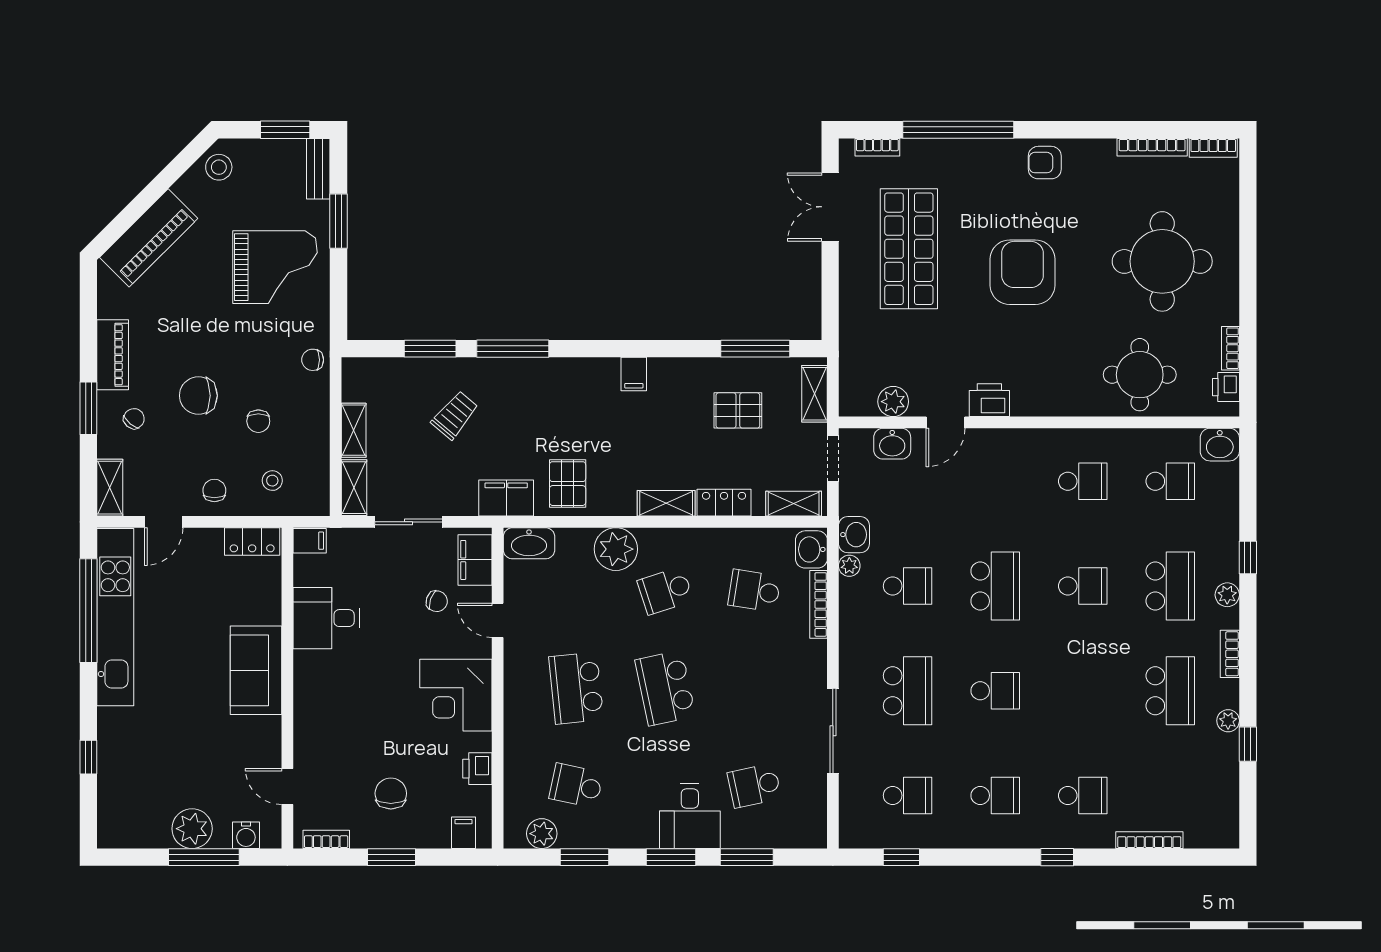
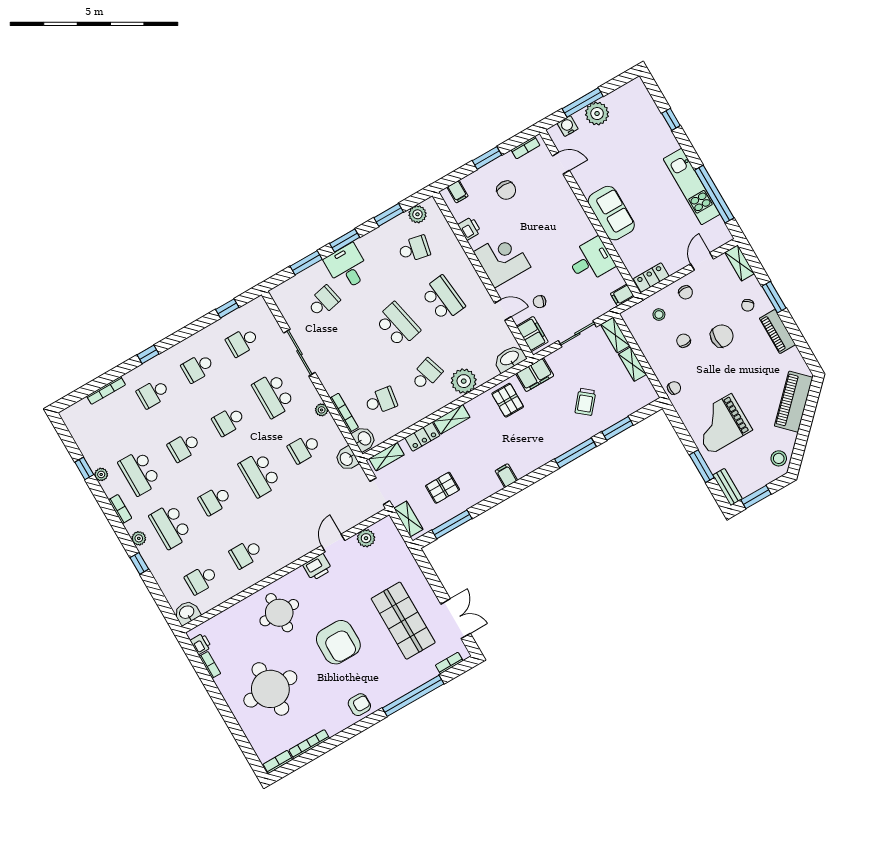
round table: (1140, 375) -> (279, 613), moved
washbasin: (892, 444) -> (354, 516), removed
plant: (849, 566) -> (322, 410), moved
kitchen unit: (115, 617) -> (692, 187), width x0.73
school desk: (1083, 691) -> (184, 447), added

